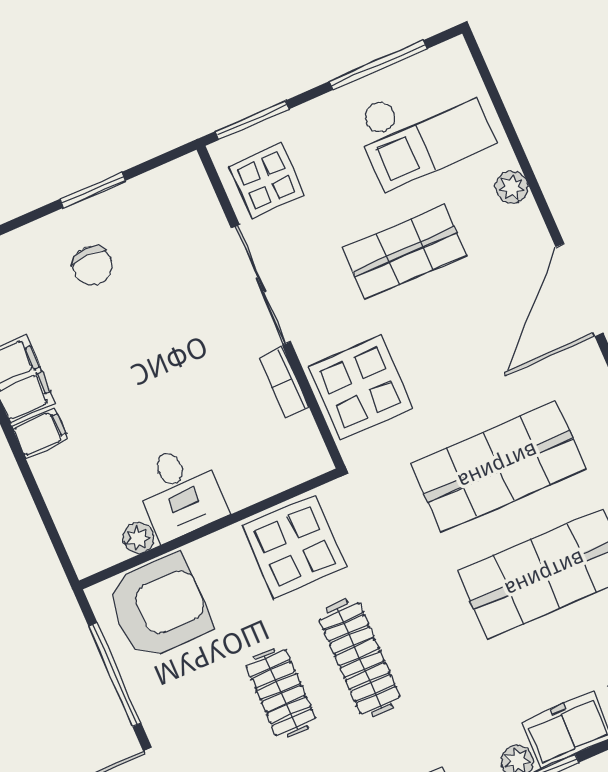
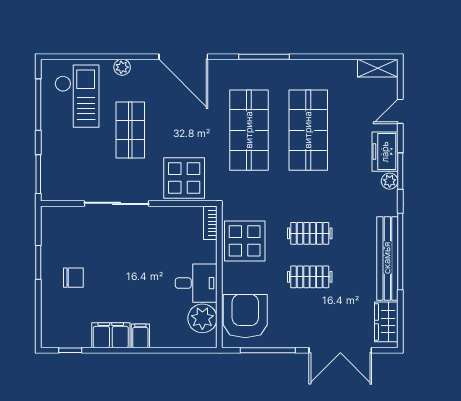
display table: (266, 181) -> (69, 180), removed
bookcase: (284, 383) -> (210, 223), moved, turned 90
plant: (138, 538) -> (202, 318), width x1.87, depth x1.87
clothes rail: (360, 658) -> (310, 233), width x0.73

